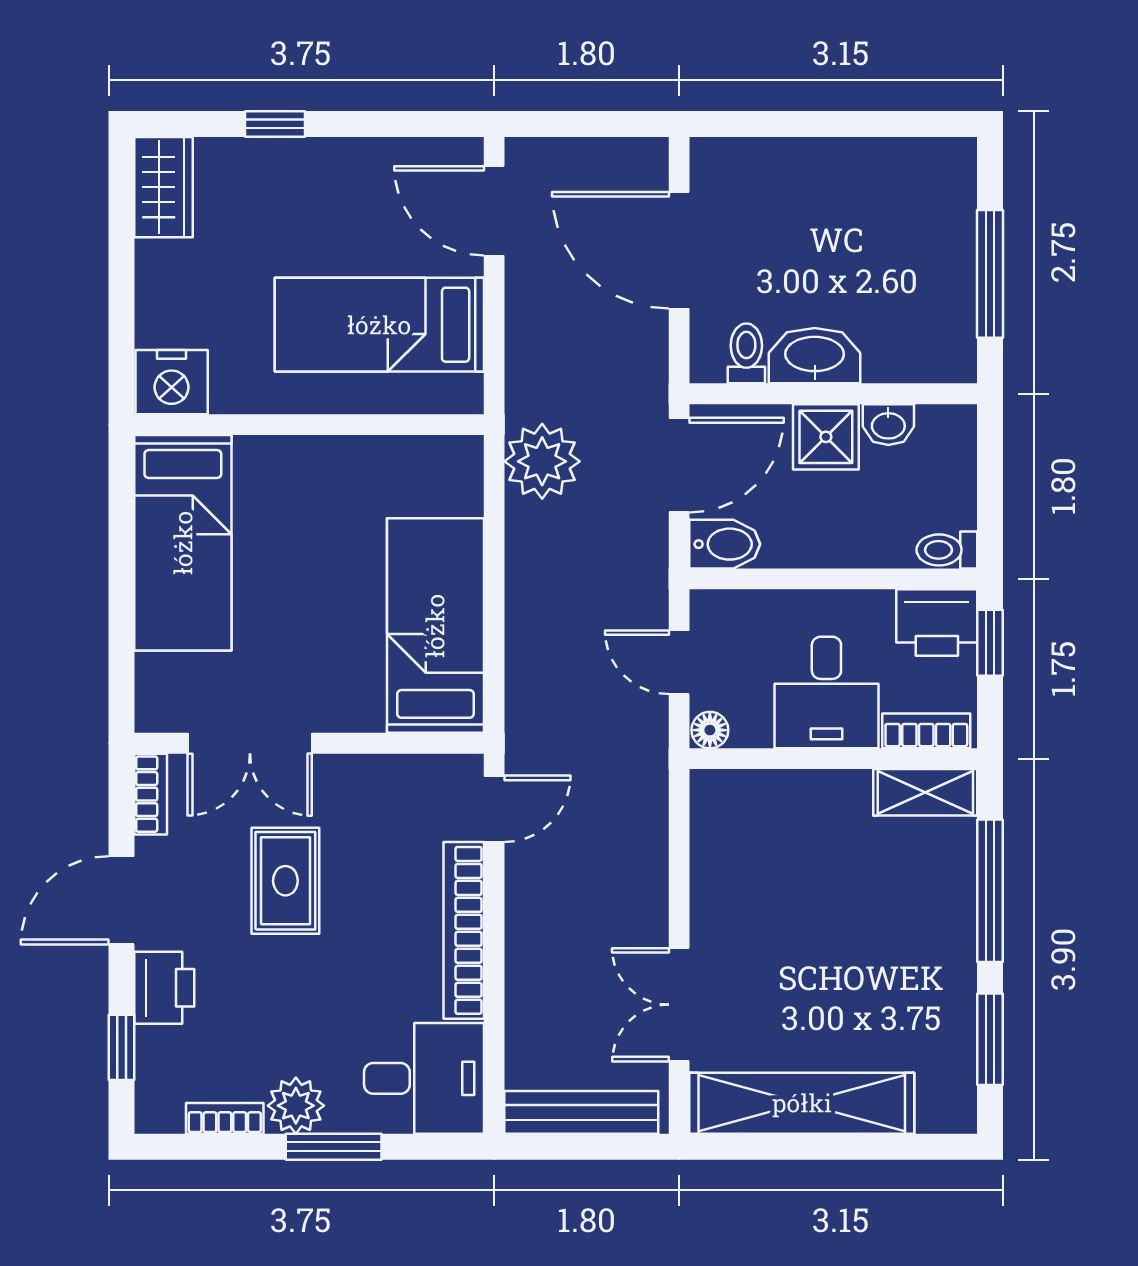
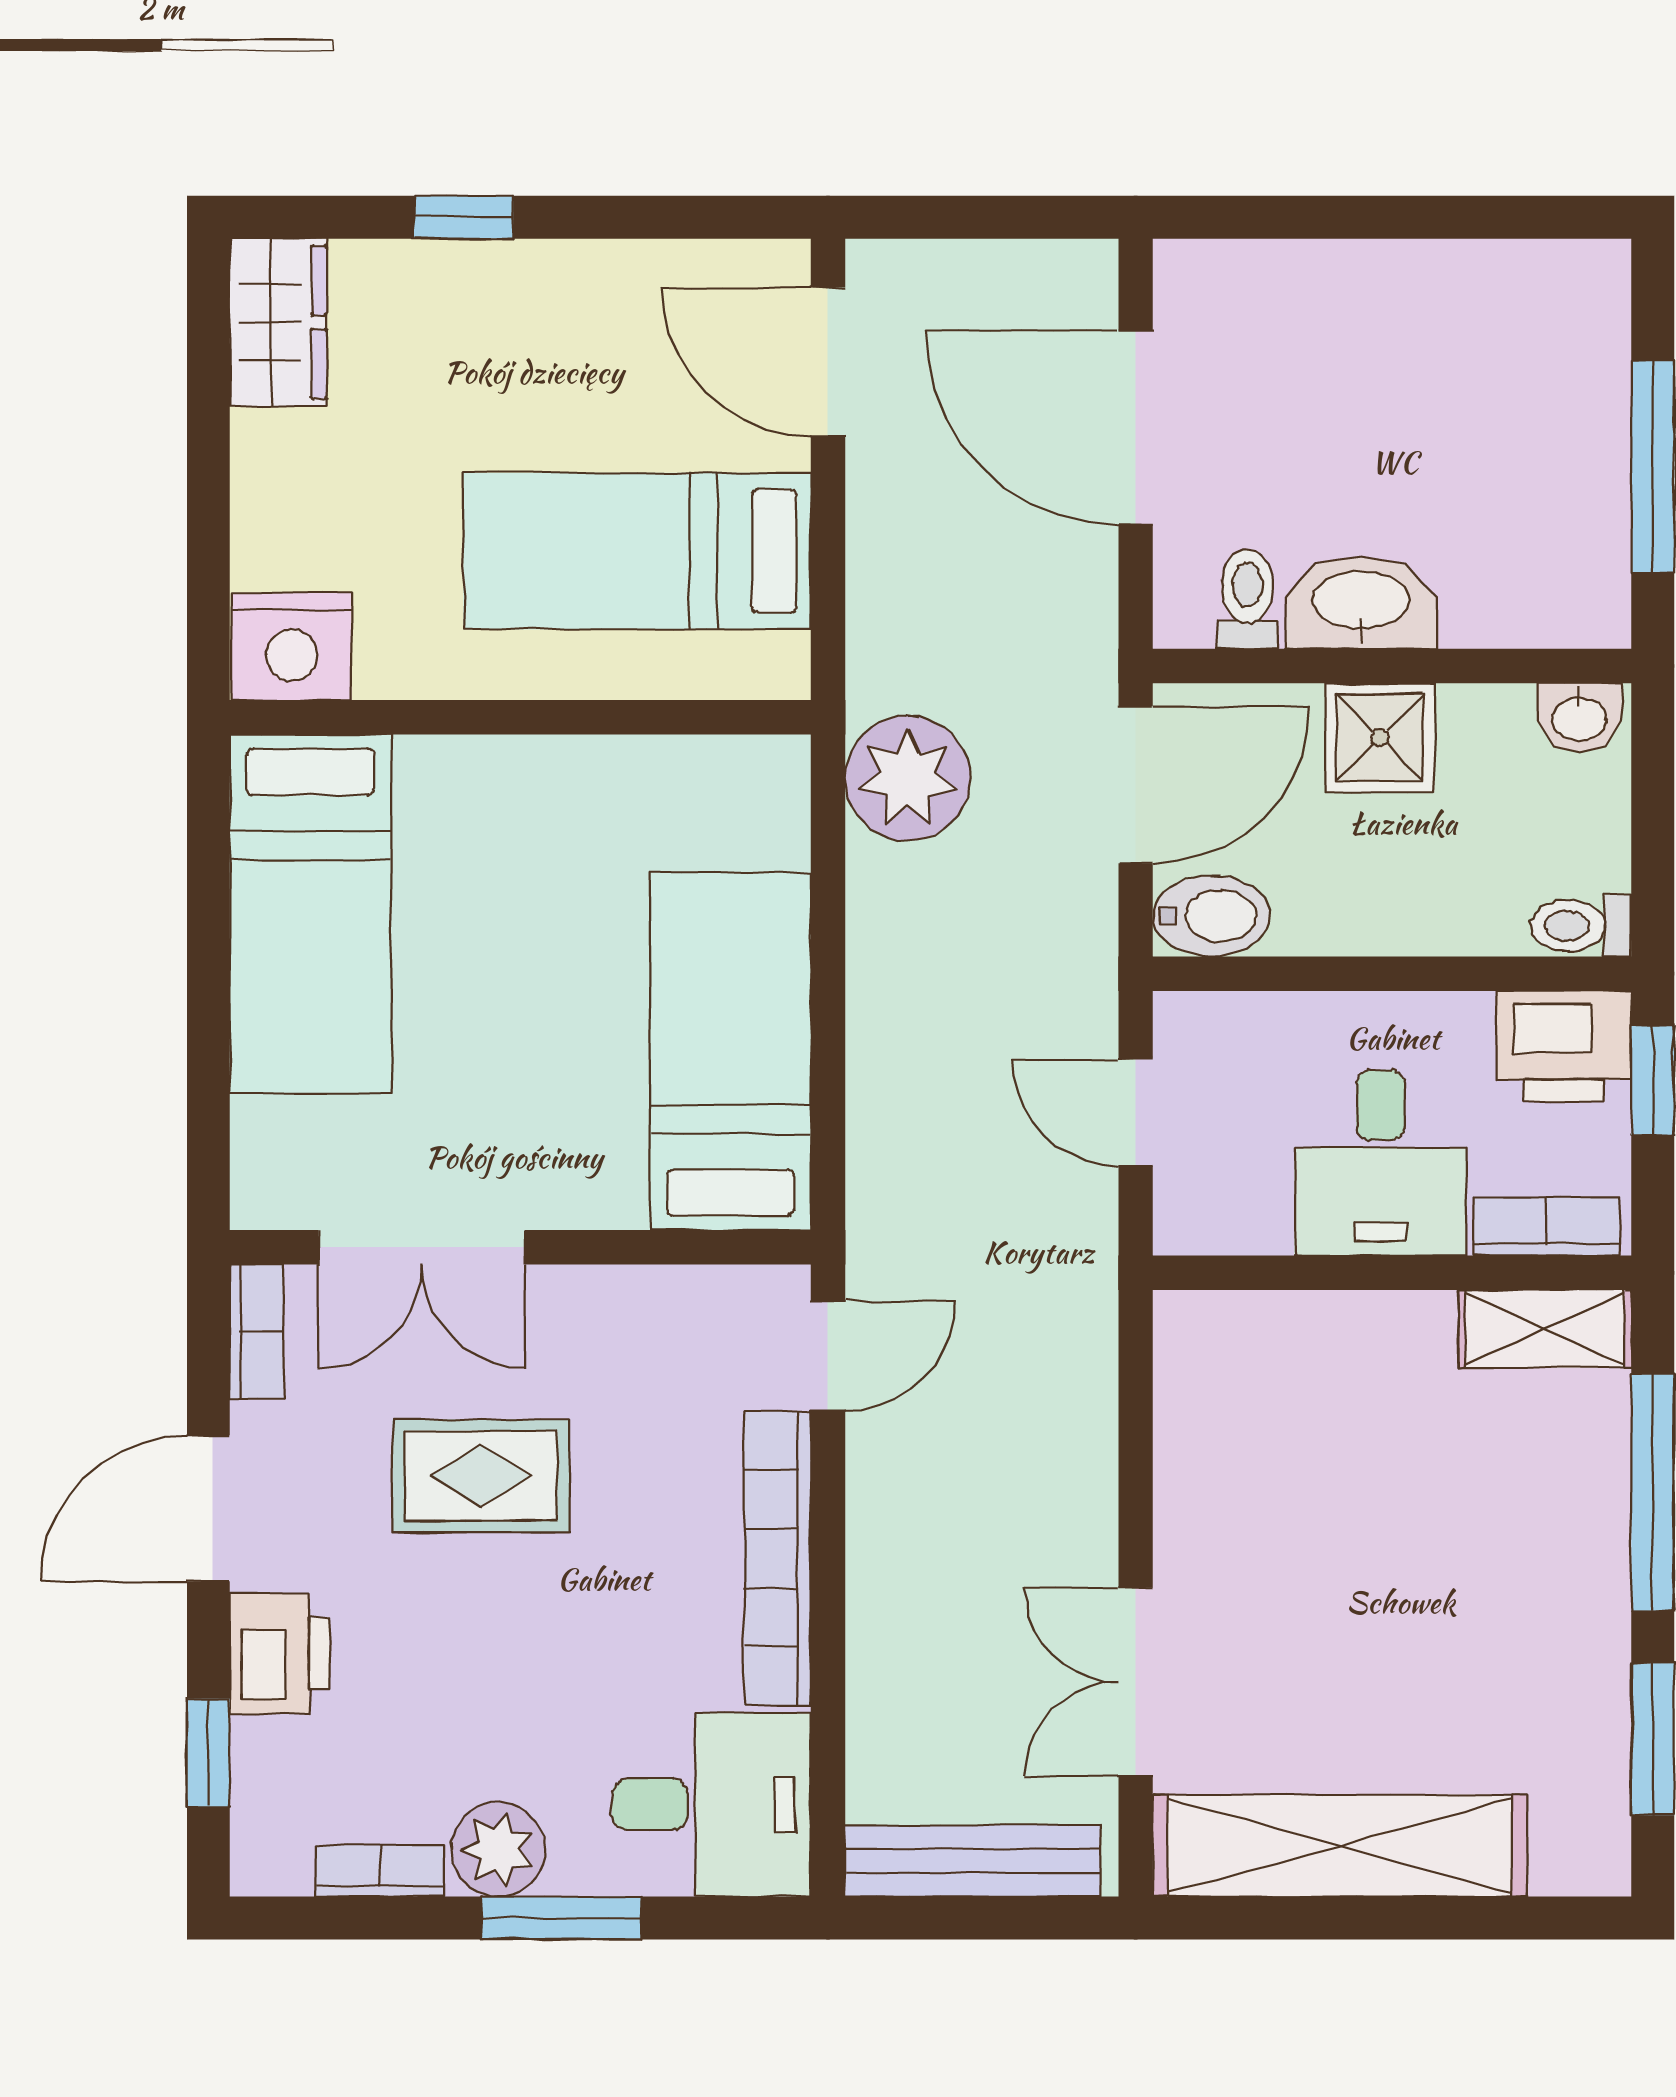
washbasin: (888, 425) -> (1579, 717), moved
floor lamp: (710, 730) -> (1187, 1225), removed
rug: (285, 881) -> (481, 1476), turned 90

